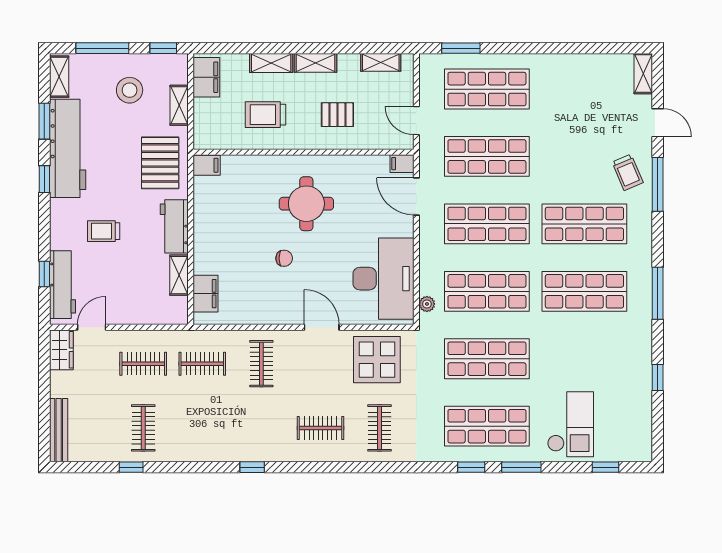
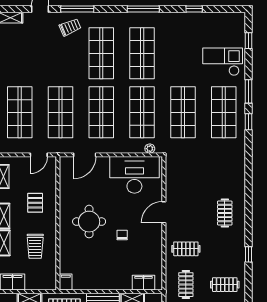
filing cabinet: (402, 164) -> (65, 164), removed
display table: (377, 360) -> (183, 179), removed
clothes rail: (380, 428) -> (225, 285), moved

